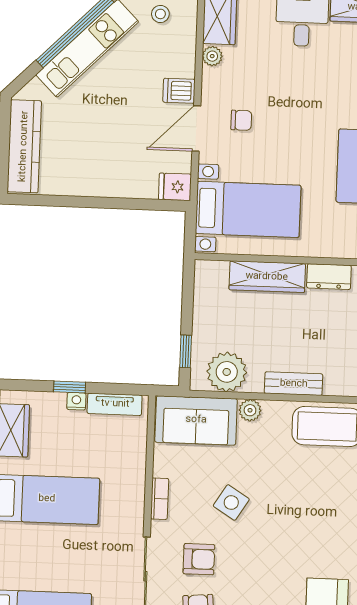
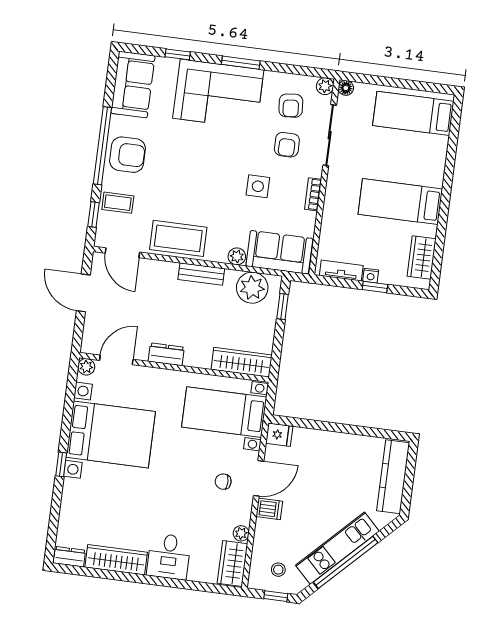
wardrobe: (267, 277) -> (242, 362), moved
side table: (231, 503) -> (258, 186), turned -32
armchair: (199, 559) -> (287, 145), turned -90

